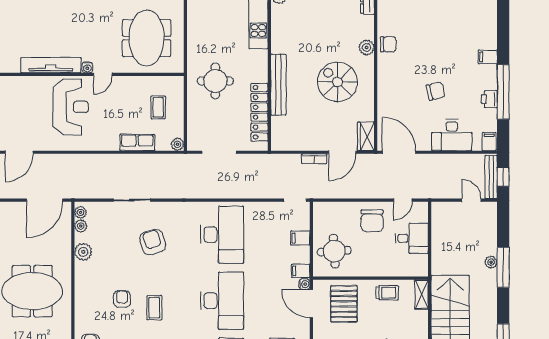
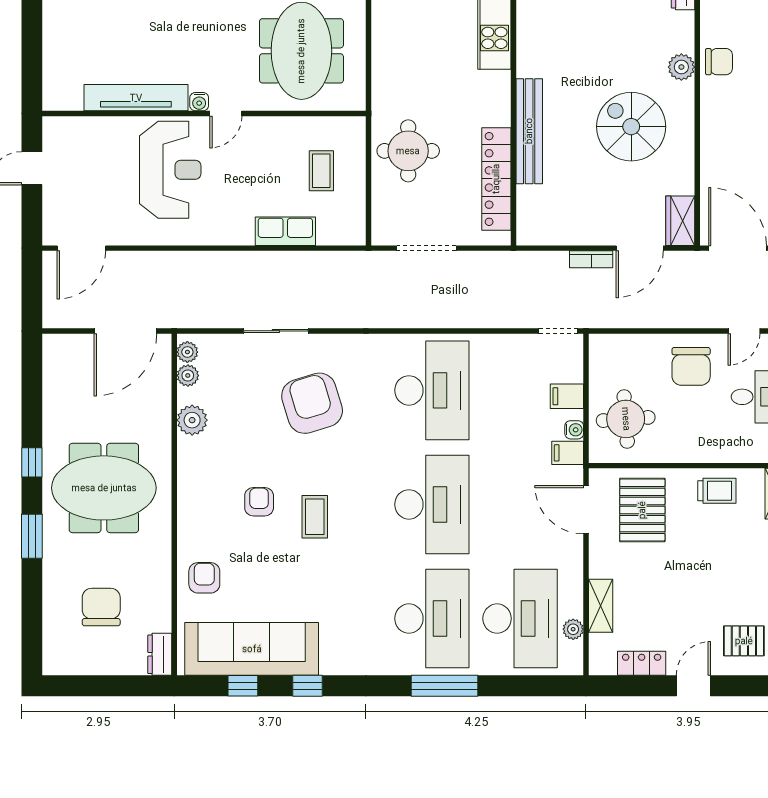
round table: (215, 81) -> (408, 151), moved
plant: (177, 144) -> (355, 234), removed
armchair: (153, 242) -> (312, 403), width x1.36, depth x1.36
water cooler: (304, 284) -> (574, 430), moved

